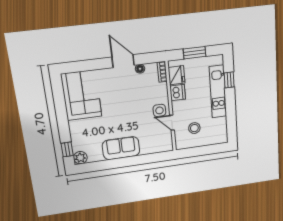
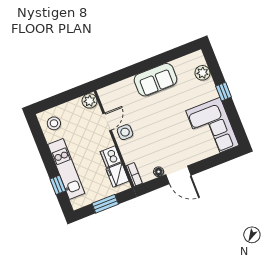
door: (172, 123) -> (107, 122), hinge flipped
stool: (194, 128) -> (54, 123), moved
plant: (181, 143) -> (90, 101), added
window: (67, 149) -> (224, 92), moved
plant: (80, 158) -> (202, 73), moved

